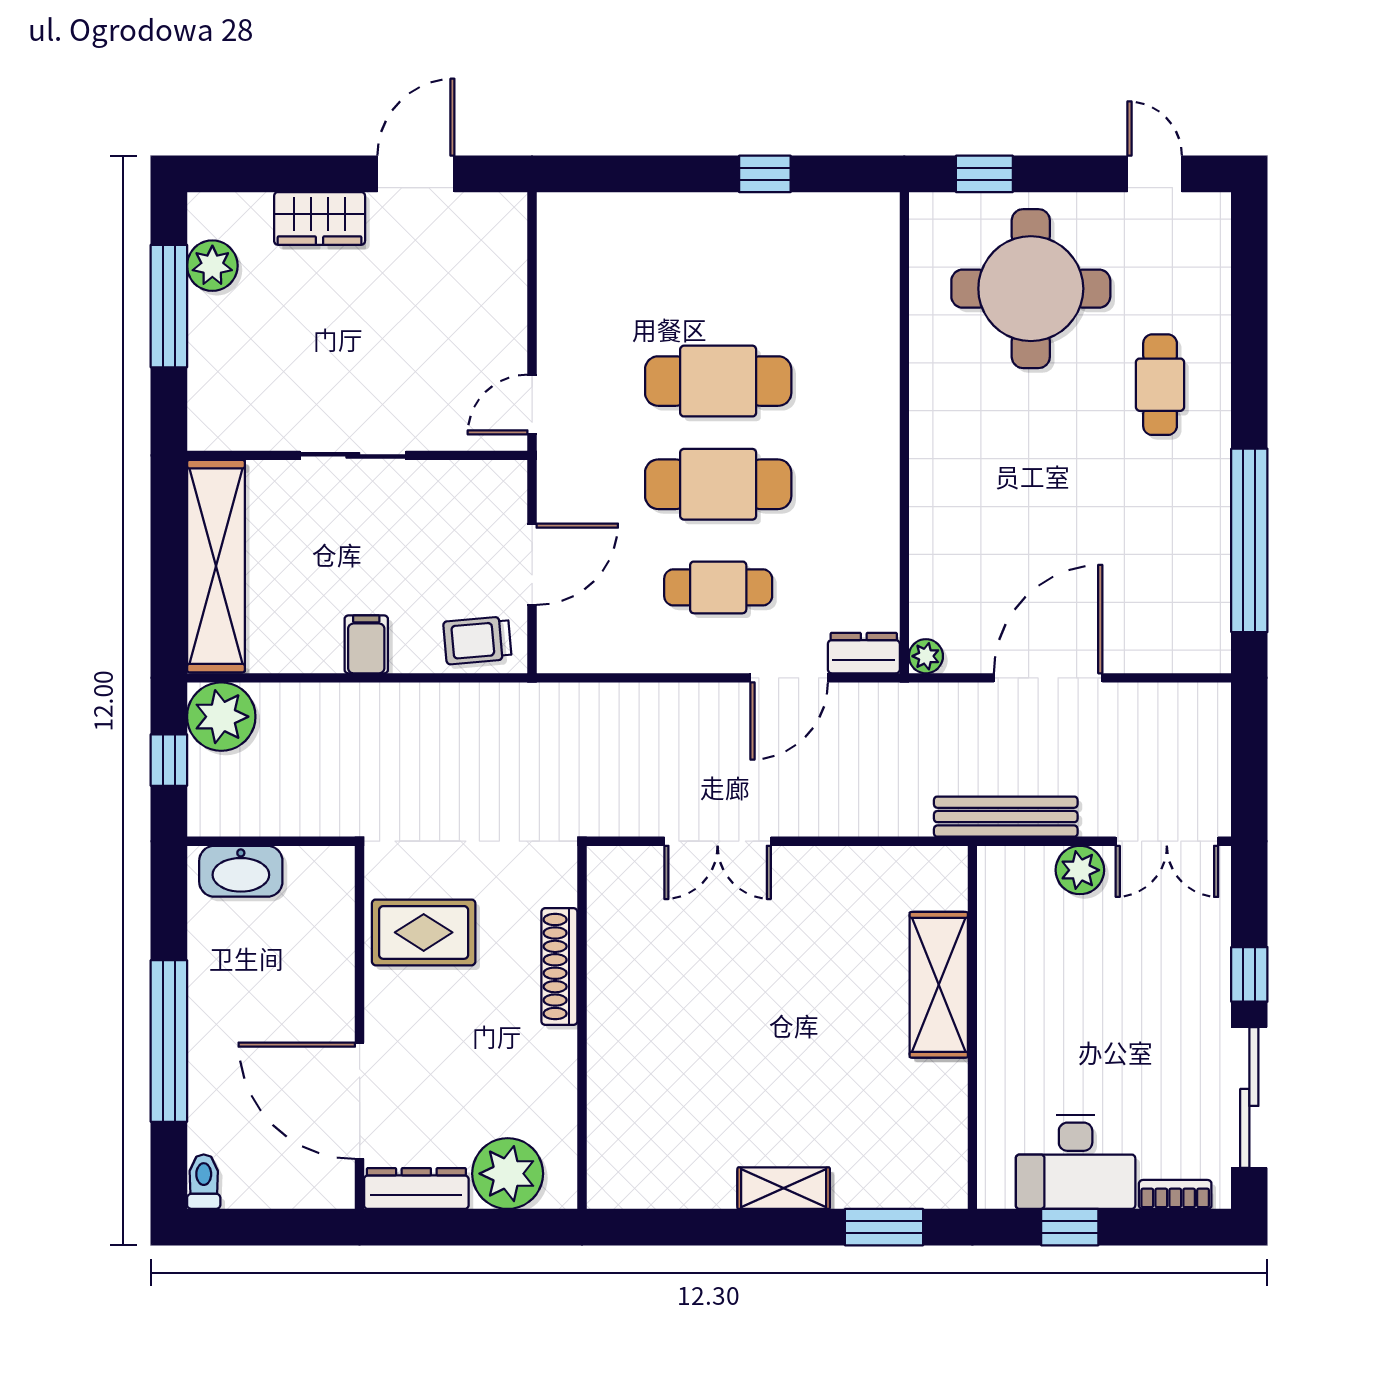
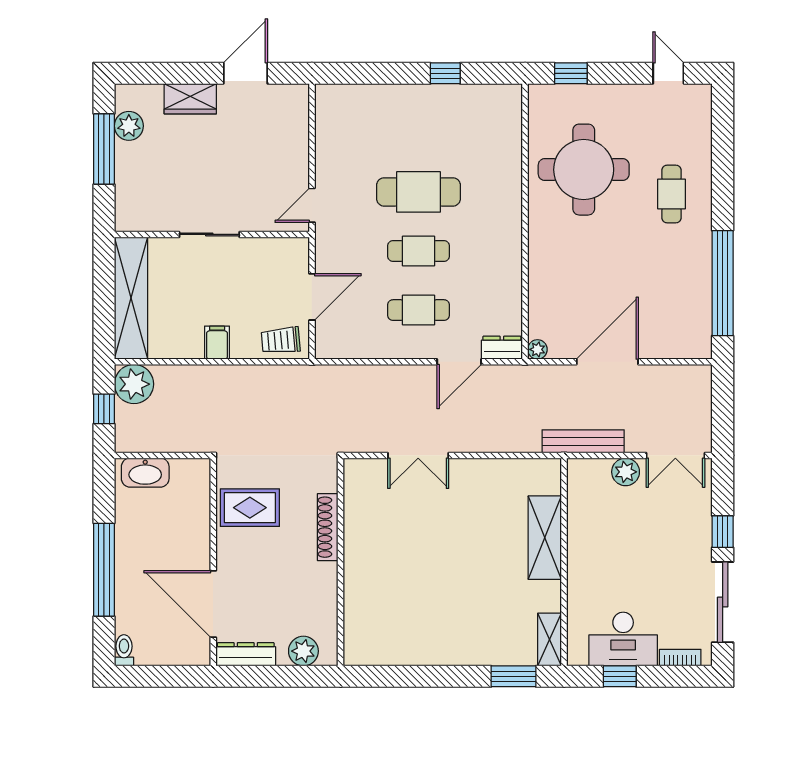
round table: (1031, 289) -> (584, 170), moved
cafe table: (718, 484) -> (418, 251), width x0.73, depth x0.74
plant: (508, 1174) -> (303, 651), width x0.73, depth x0.73
shelving: (784, 1188) -> (550, 640), moved, turned 90

